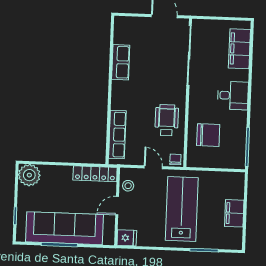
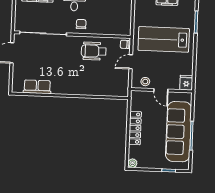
row of seats: (121, 62) -> (37, 87), moved
row of seats: (117, 134) -> (105, 90), removed
chair: (208, 135) -> (81, 24), moved, width x0.54, depth x0.54
locker: (95, 174) -> (135, 128), moved
plant: (29, 175) -> (133, 163), width x0.53, depth x0.53

